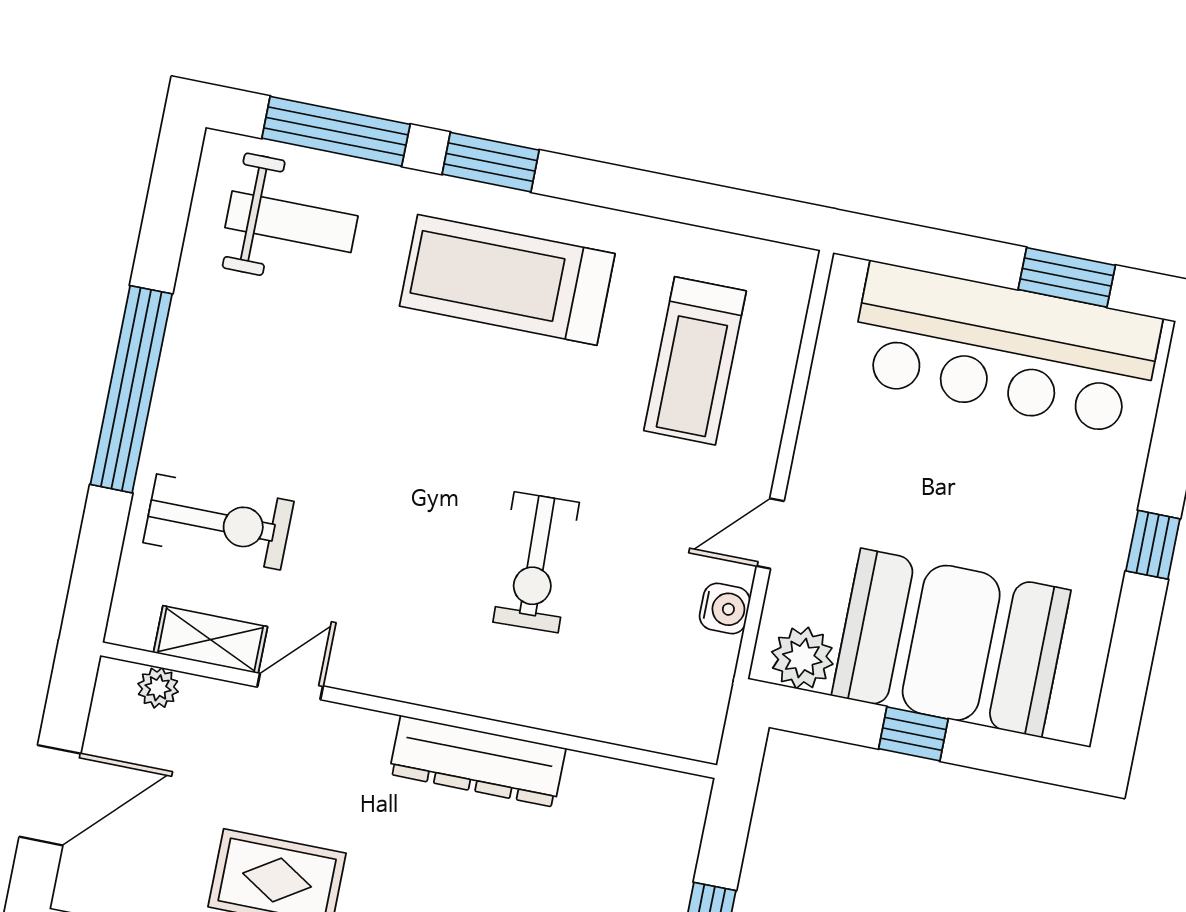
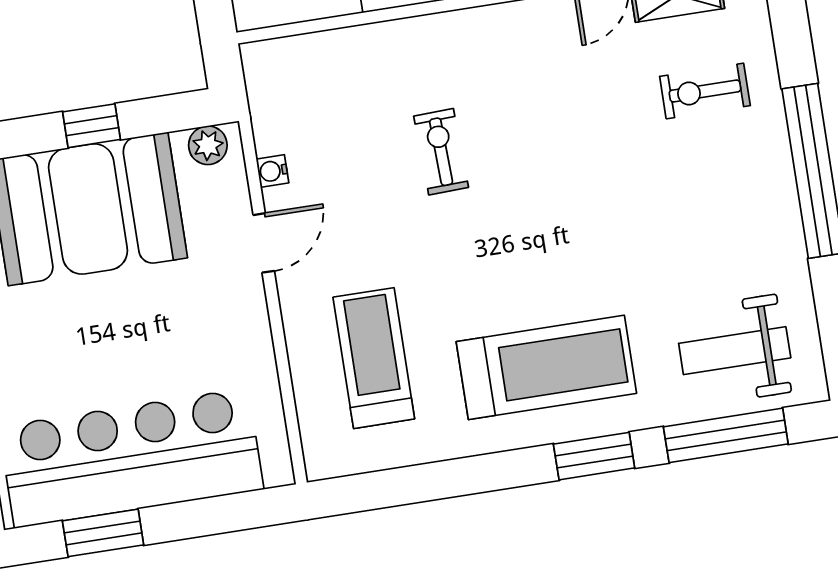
exercise bike: (218, 522) -> (705, 91), width x0.73, depth x0.72
exercise bike: (536, 562) -> (441, 152), width x0.73, depth x0.72
water cooler: (725, 609) -> (272, 171), width x0.72, depth x0.72
plant: (802, 658) -> (208, 145), width x0.73, depth x0.73

